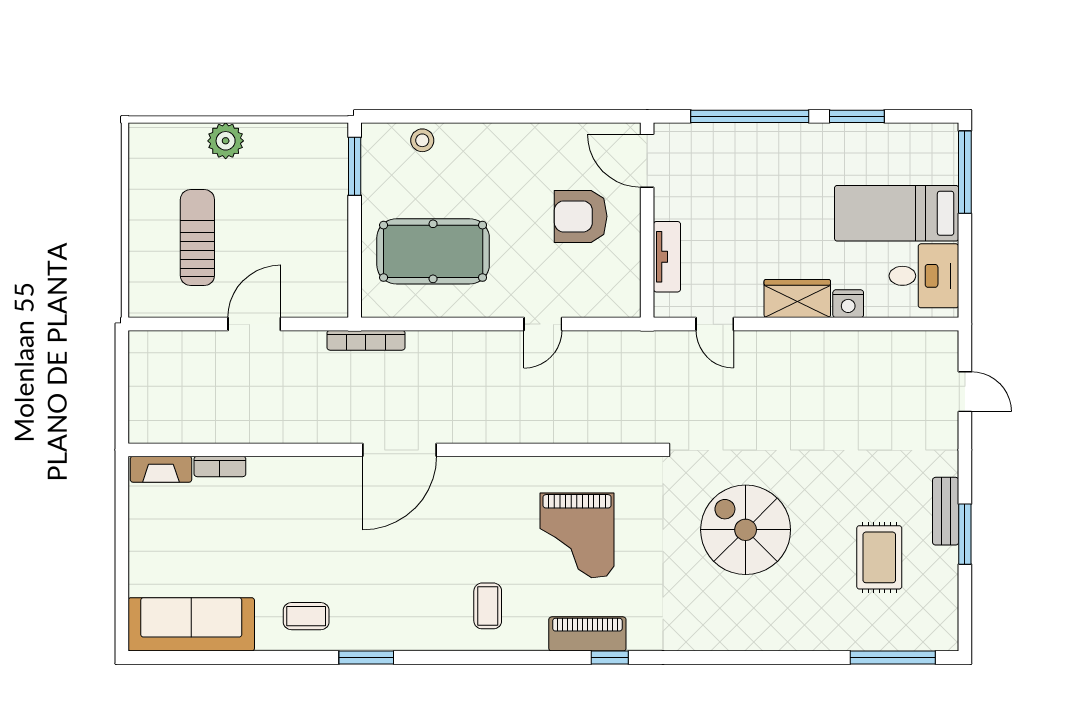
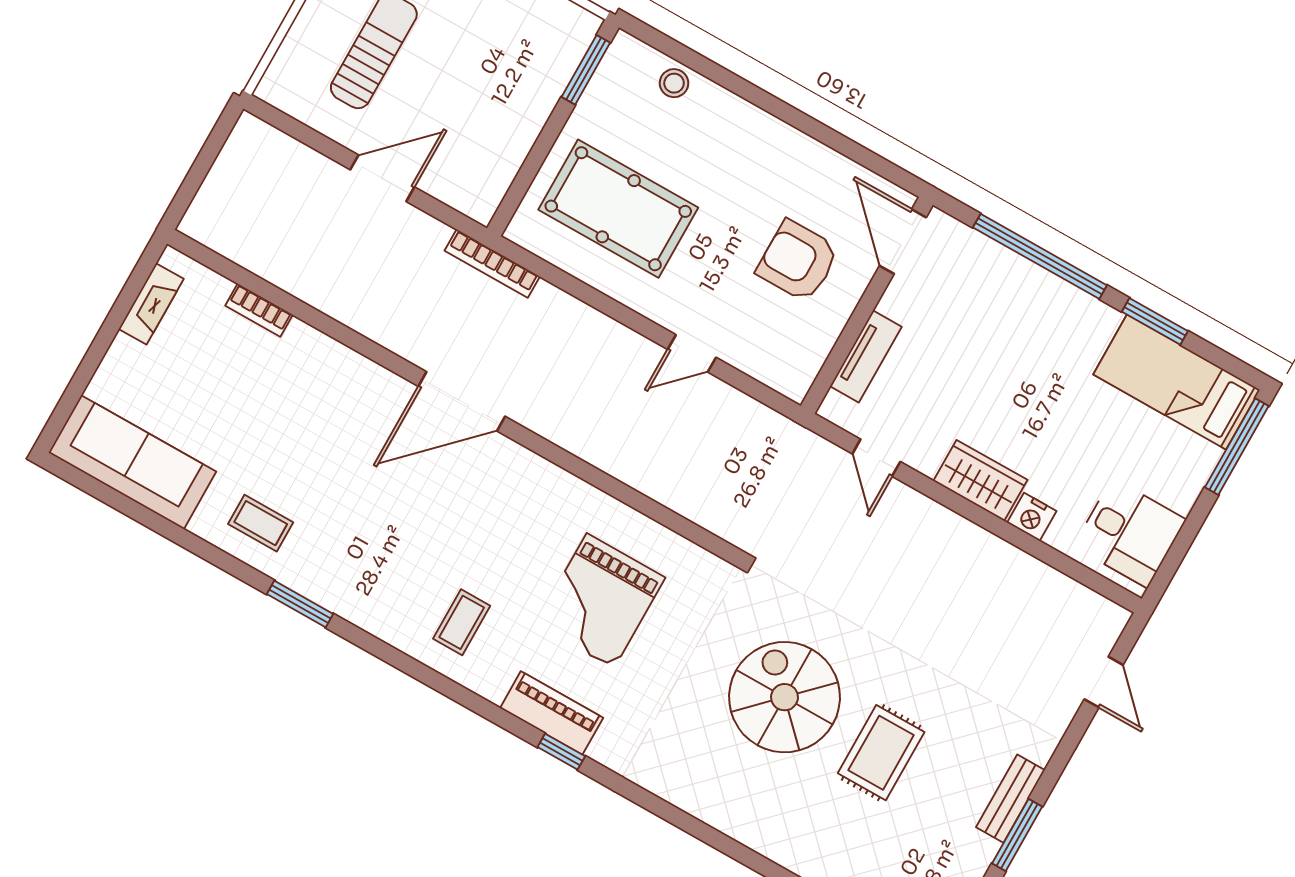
bed: (897, 213) -> (1177, 382), moved
fireplace: (161, 469) -> (151, 304), moved, turned -90
rug: (879, 557) -> (881, 753), moved

